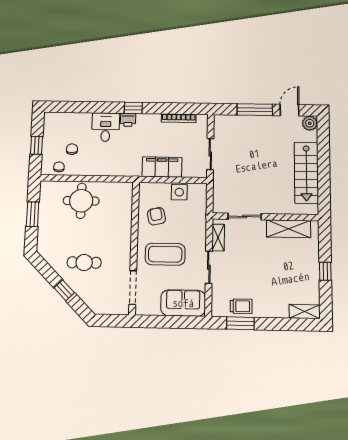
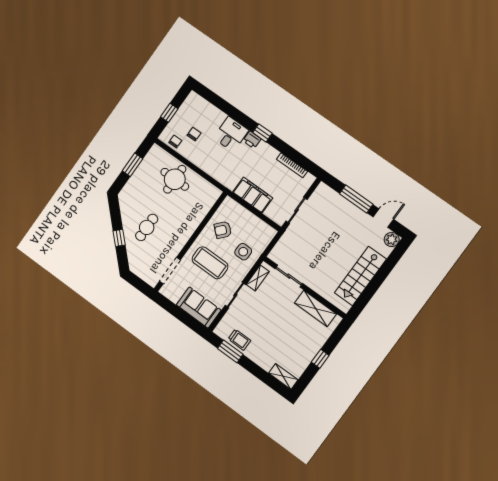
side table: (179, 192) -> (243, 252), moved
armchair: (156, 216) -> (223, 230), turned -126
cafe table: (84, 263) -> (147, 227), turned 90

